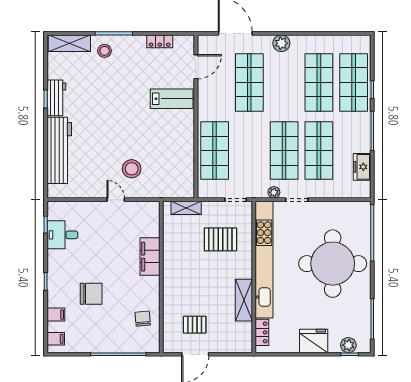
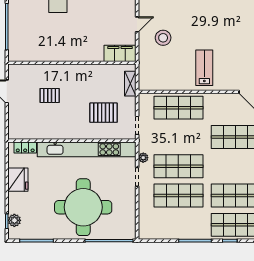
lab bench: (172, 99) -> (204, 68), moved, turned 180
freezer: (362, 167) -> (165, 232), removed
pallet: (220, 239) -> (104, 113), turned 90
filing cabinet: (150, 257) -> (120, 53), moved
shelving: (244, 300) -> (52, 132), removed
chair: (143, 319) -> (37, 47), removed
pallet: (195, 325) -> (50, 95), moved, turned 90
fridge: (314, 341) -> (18, 180), moved

